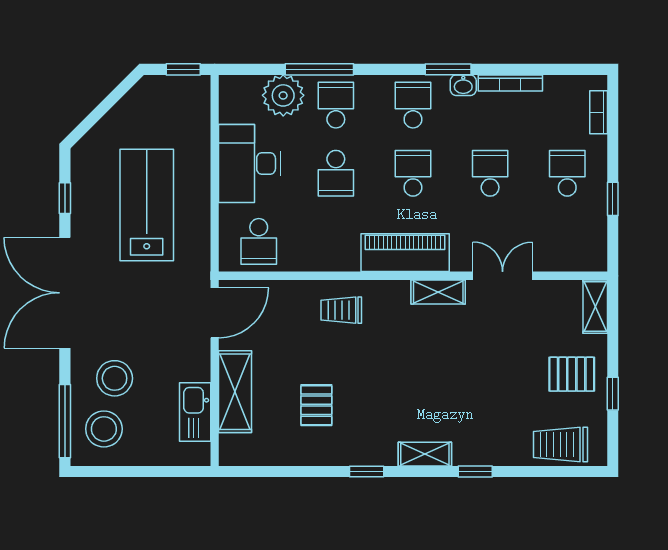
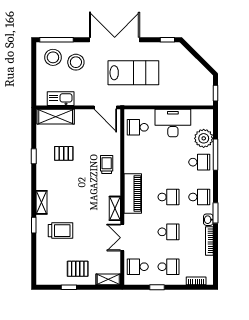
school desk: (336, 173) -> (138, 267), moved
window: (65, 198) -> (167, 40), moved
lab bench: (147, 205) -> (133, 73), moved
double door: (503, 276) -> (122, 238), swing flipped
pallet: (572, 374) -> (78, 269), turned 90
shelving: (235, 392) -> (56, 117), moved
trolley: (561, 445) -> (61, 231), moved, turned 90
window: (367, 471) -> (34, 156), moved

